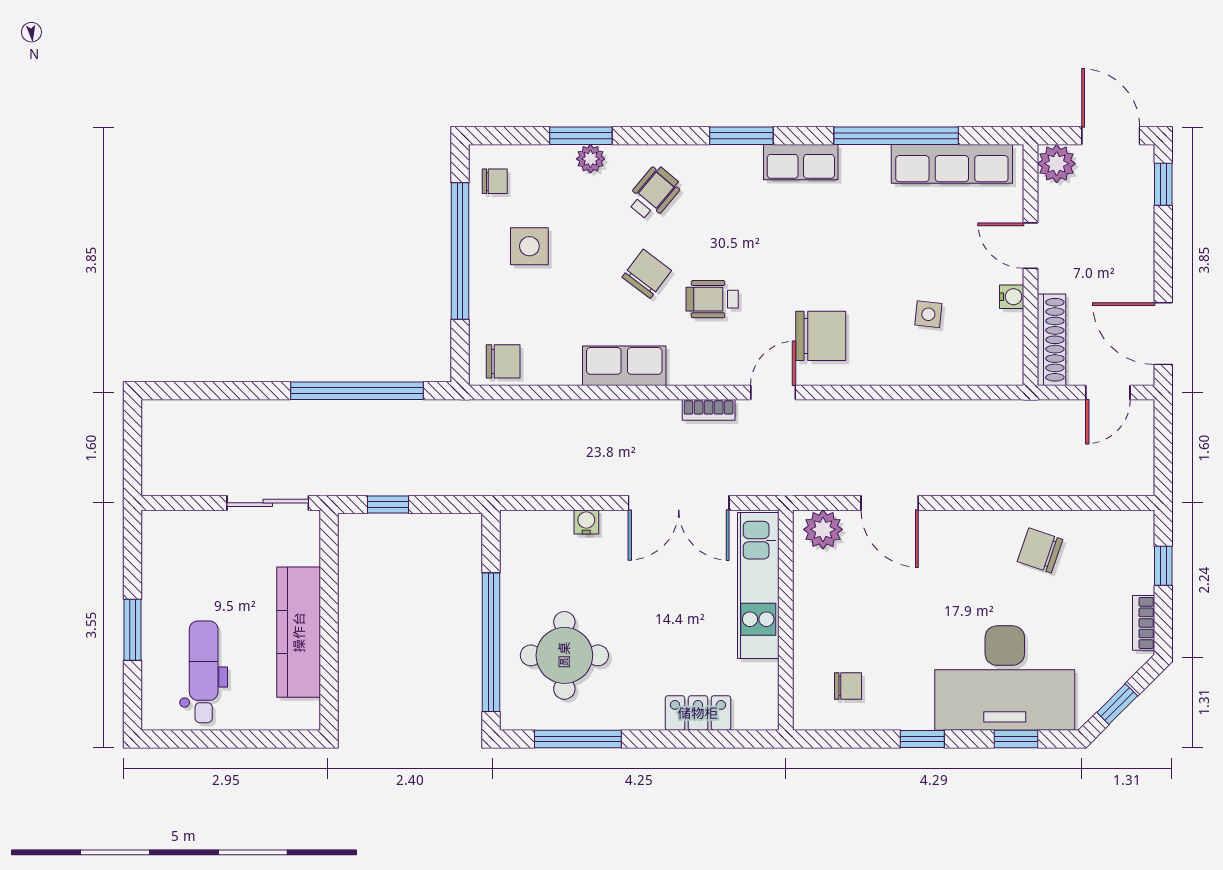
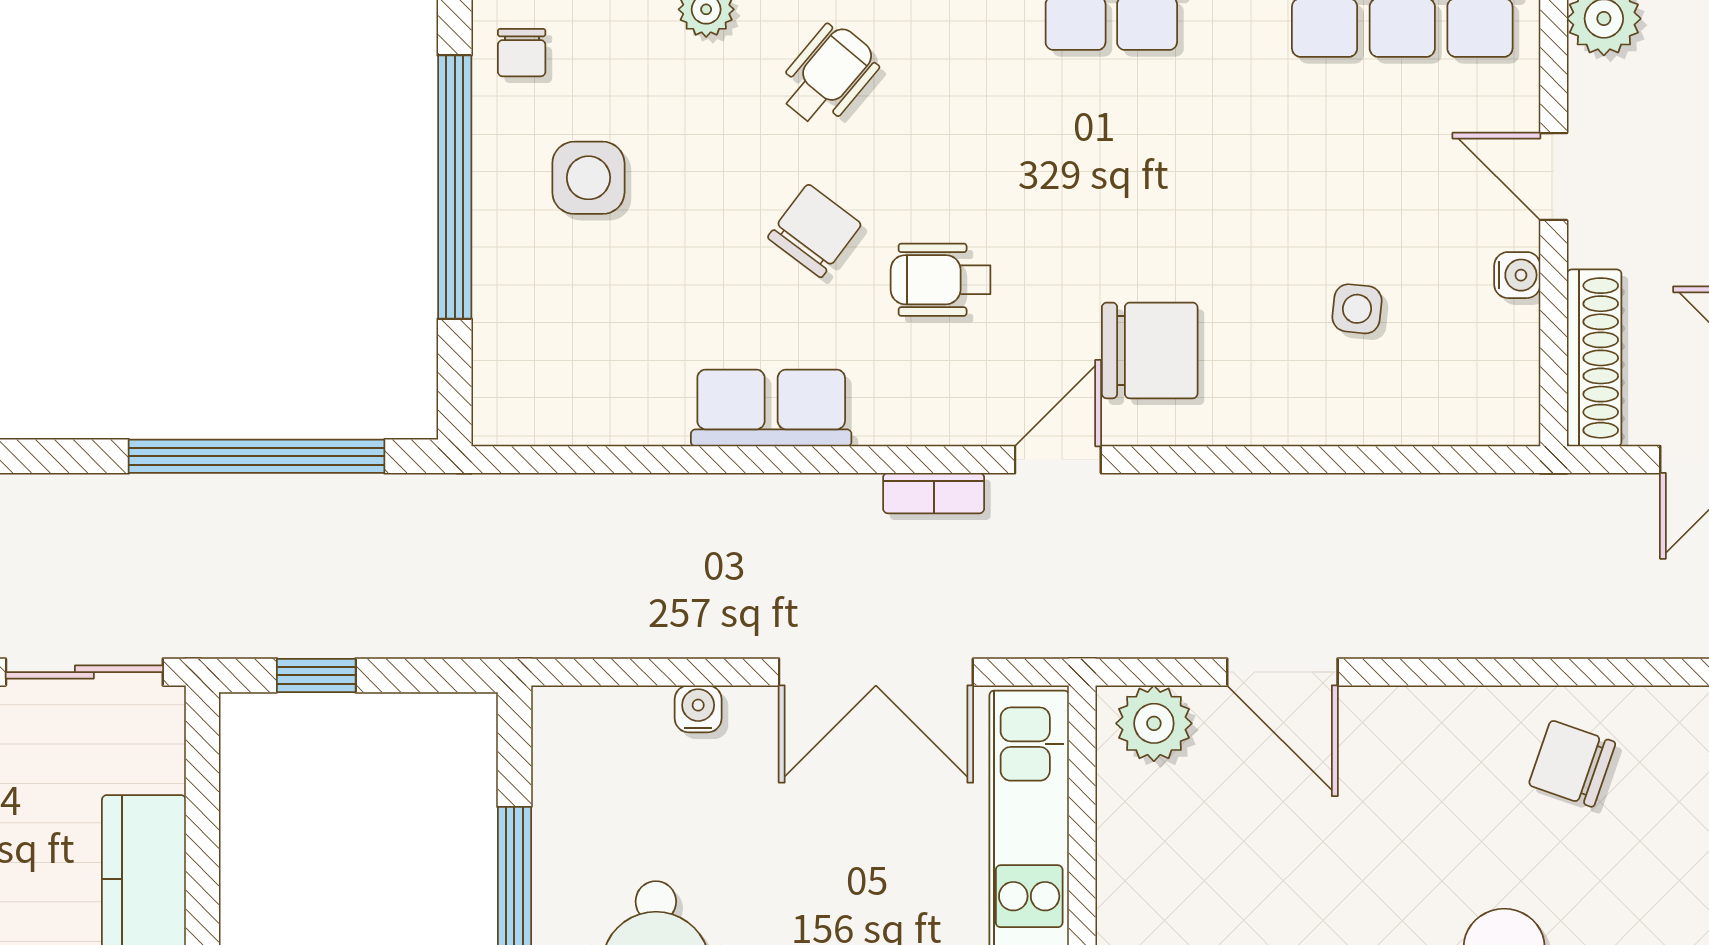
chair: (495, 181) -> (522, 53), turned 90
chair: (503, 361) -> (538, 399), removed

